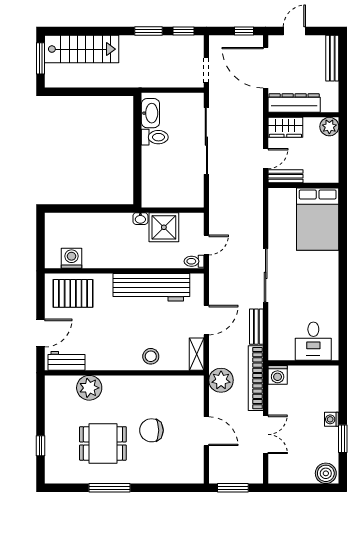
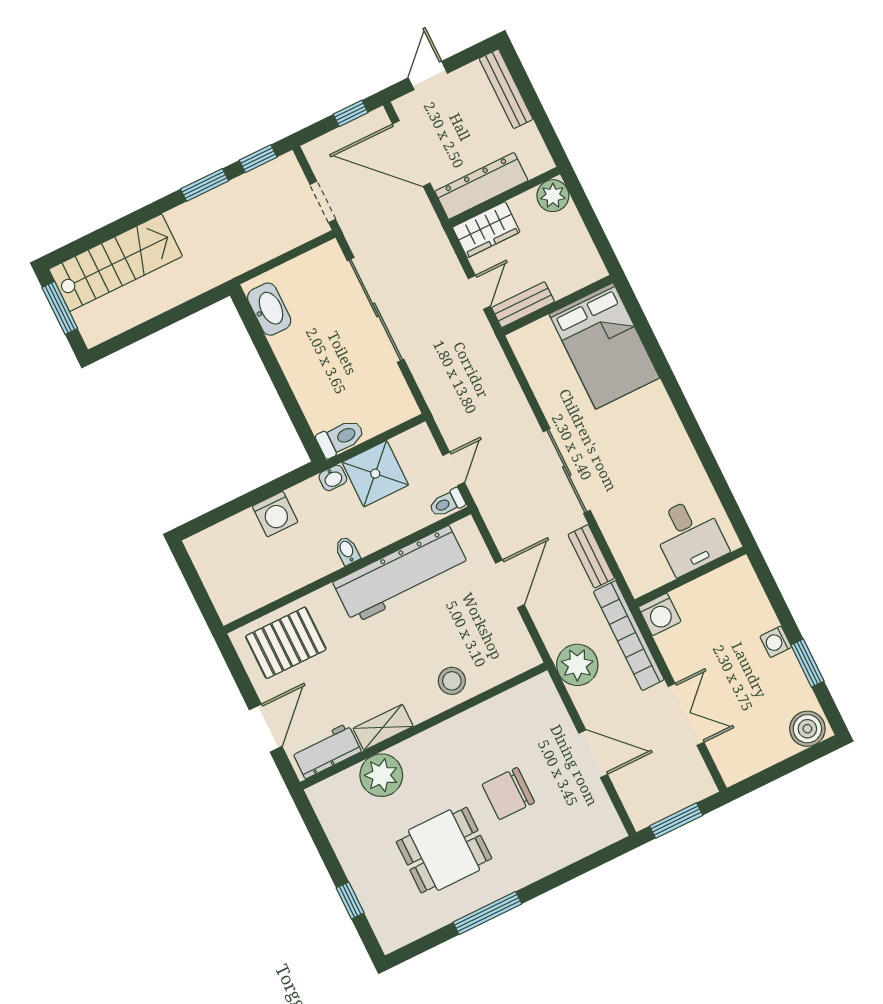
toilet: (155, 137) -> (341, 438), moved
washing machine: (71, 258) -> (275, 514), moved, turned 180
bidet: (129, 261) -> (347, 551), added
shelving: (197, 354) -> (383, 727), moved, turned 90

